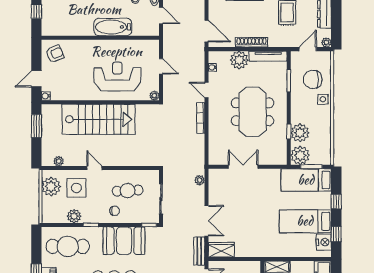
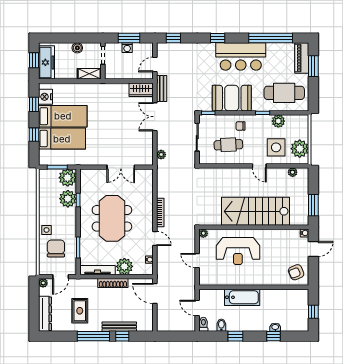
chair: (313, 79) -> (56, 248), turned -90
bed: (306, 180) -> (62, 139), moved

